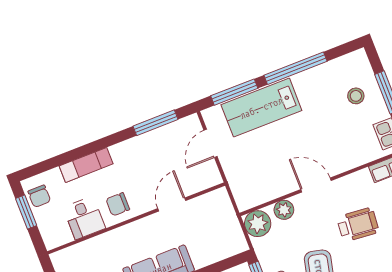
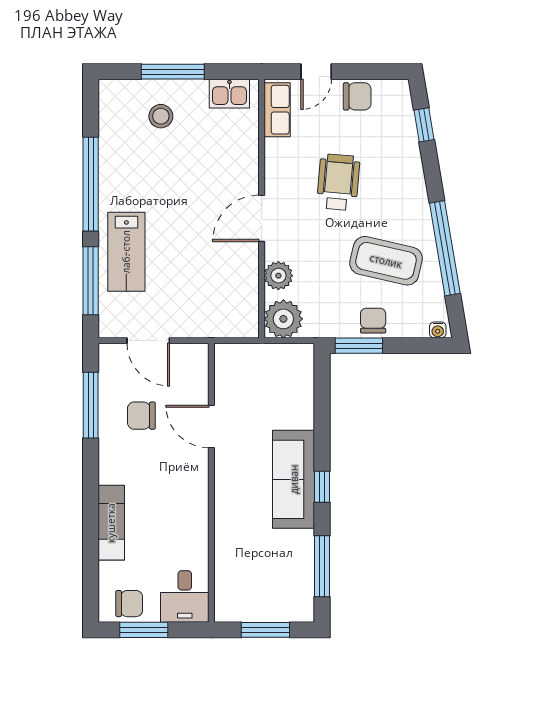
lab bench: (261, 108) -> (126, 252), width x0.73, depth x0.72
chair: (118, 204) -> (141, 416), moved, turned 90
desk: (84, 218) -> (185, 596), moved, turned 90

